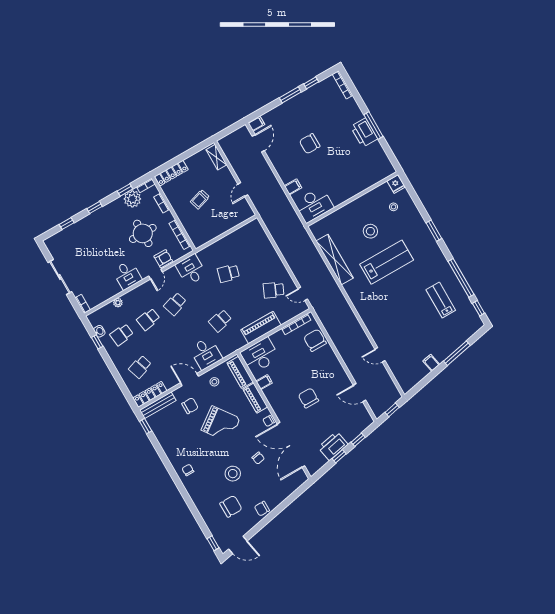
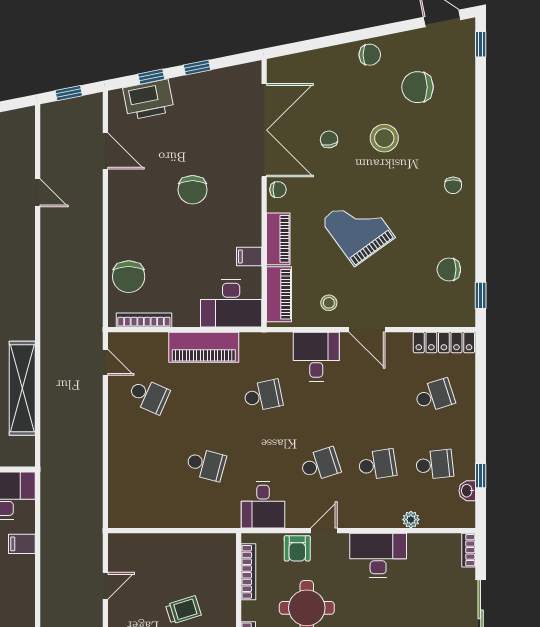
armchair: (163, 259) -> (297, 548), turned -90
desk: (127, 275) -> (378, 555), width x1.37
bench: (158, 405) -> (442, 318), removed
chair: (190, 406) -> (449, 269), moved
printer: (333, 446) -> (148, 100), moved

